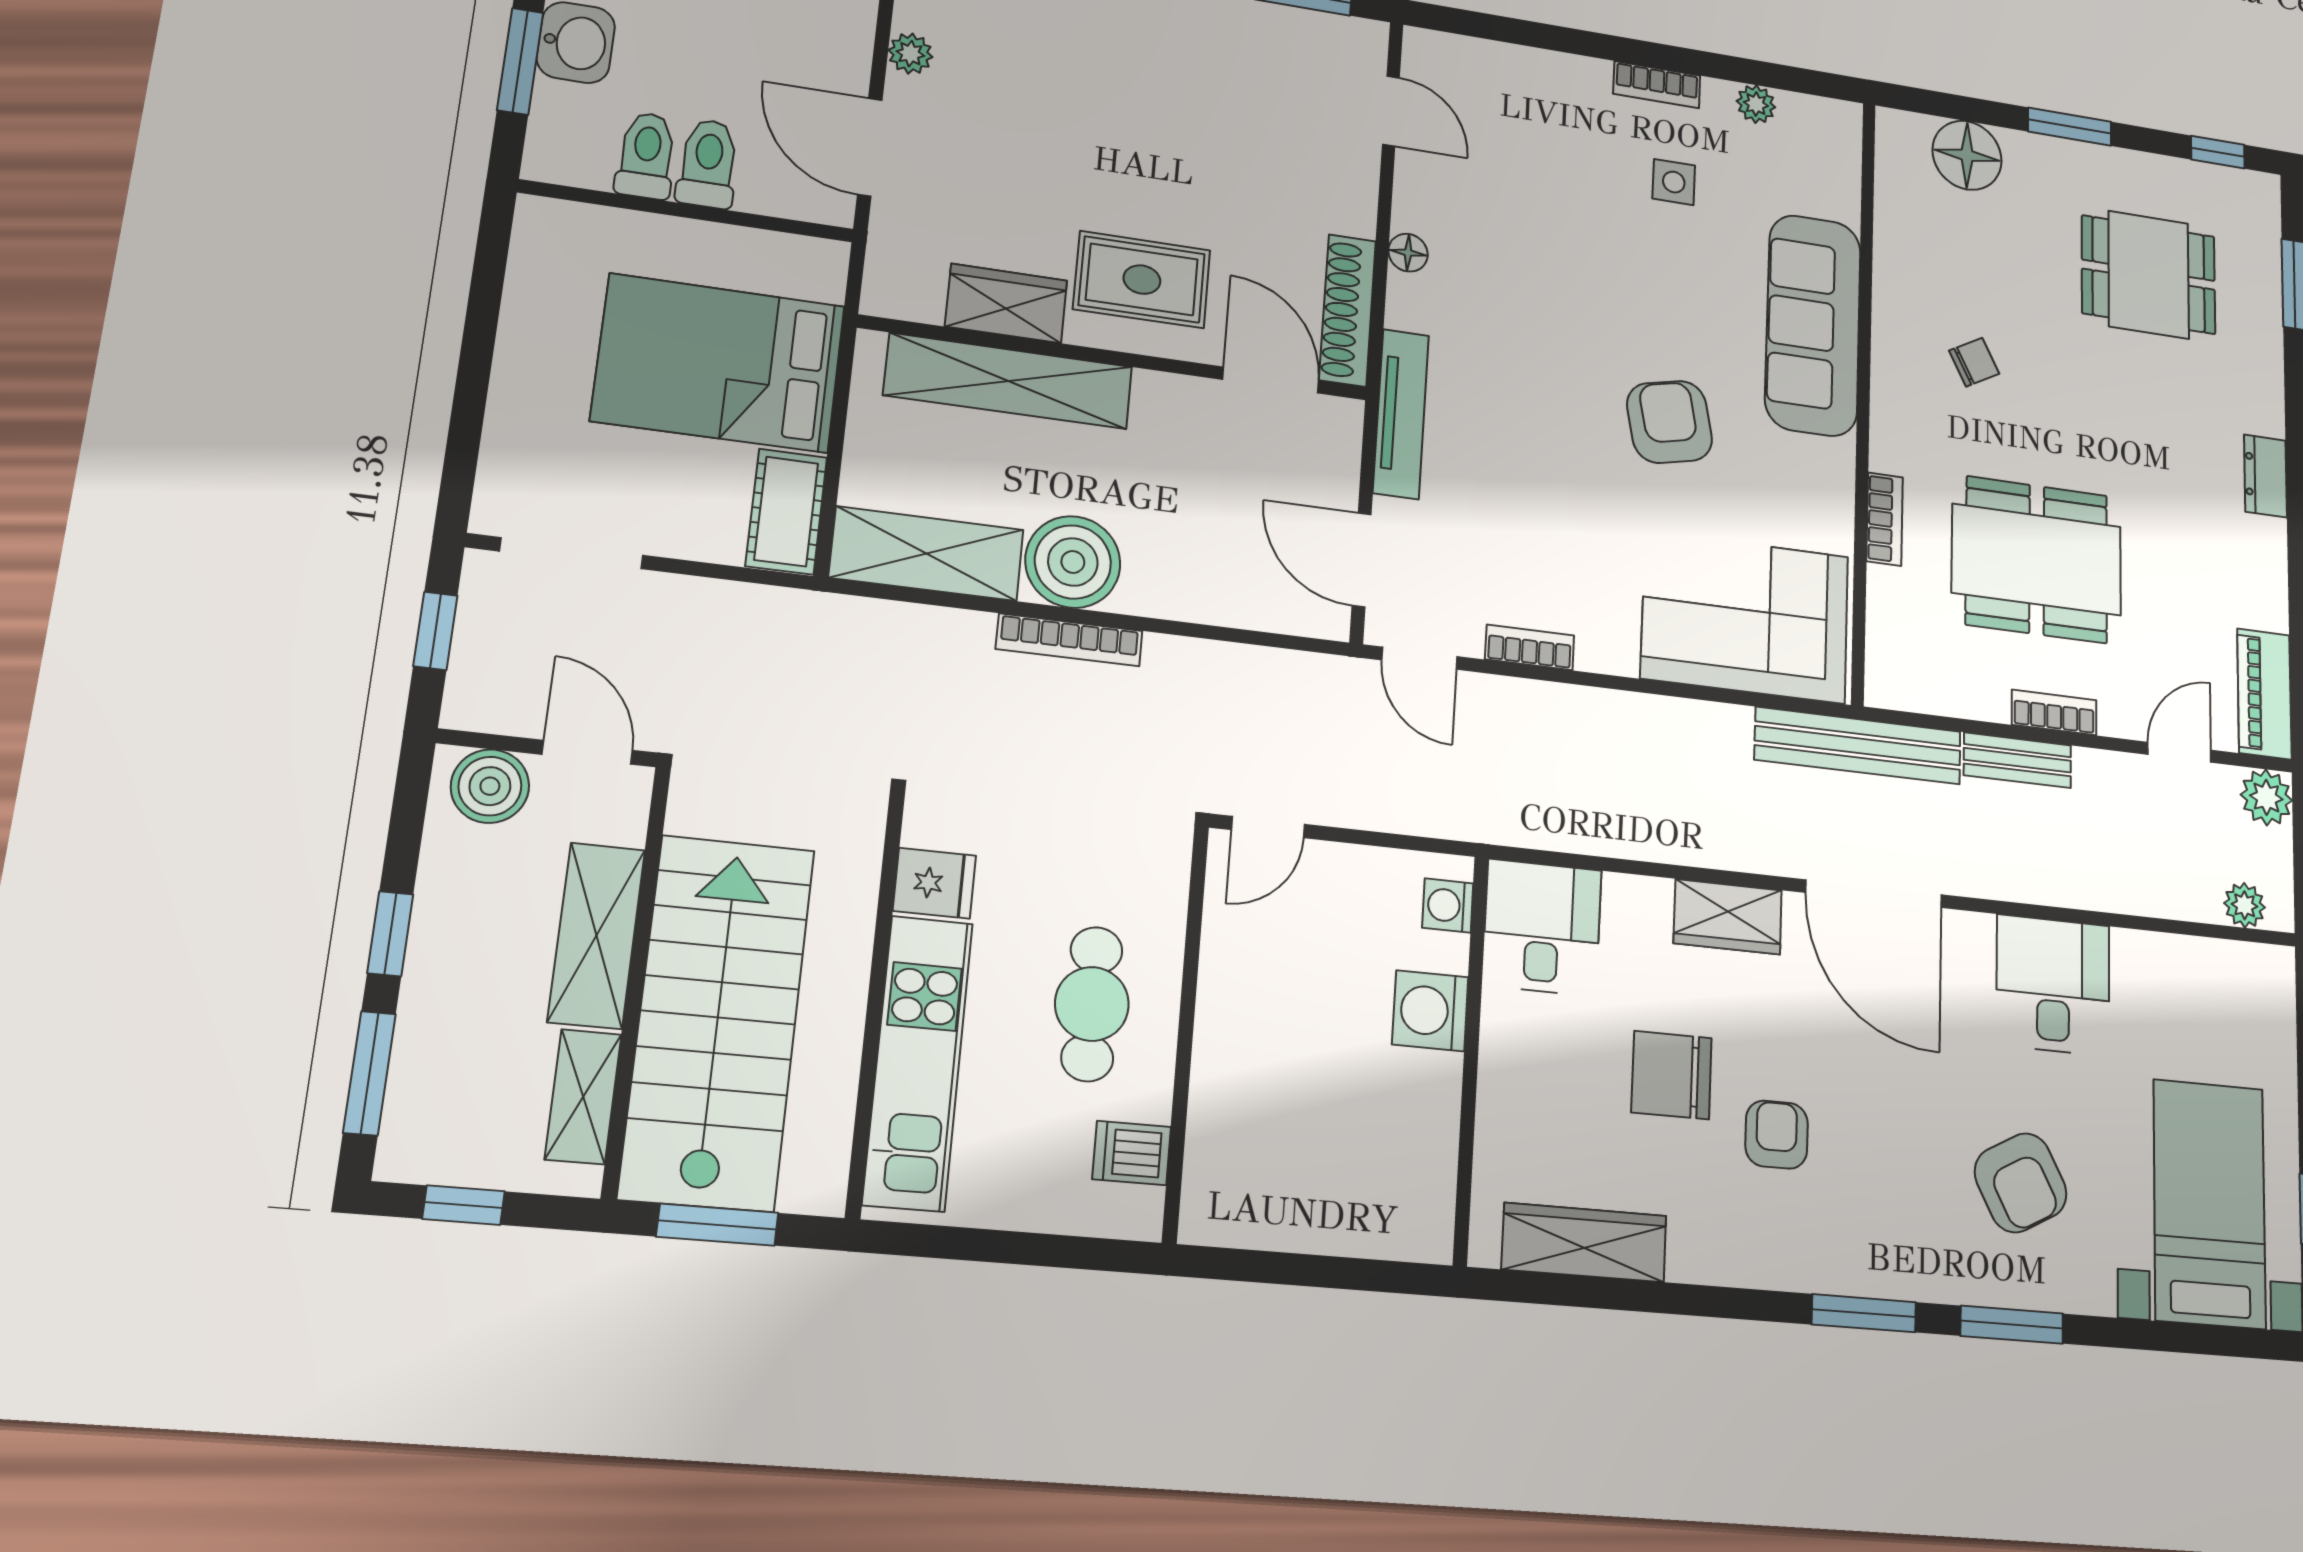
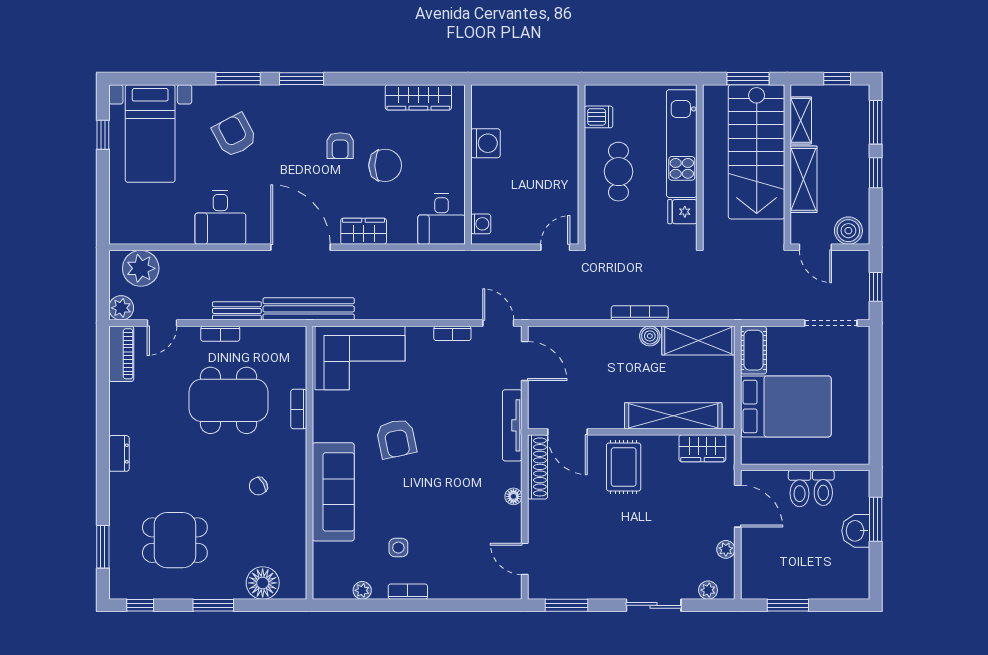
rug: (1142, 280) -> (624, 467), turned 90
wardrobe: (1006, 303) -> (702, 448), moved
boiler: (1073, 562) -> (650, 336), width x0.54, depth x0.54
plant: (2245, 905) -> (141, 268), width x1.88, depth x1.88
washing machine: (1430, 1011) -> (485, 143), moved

